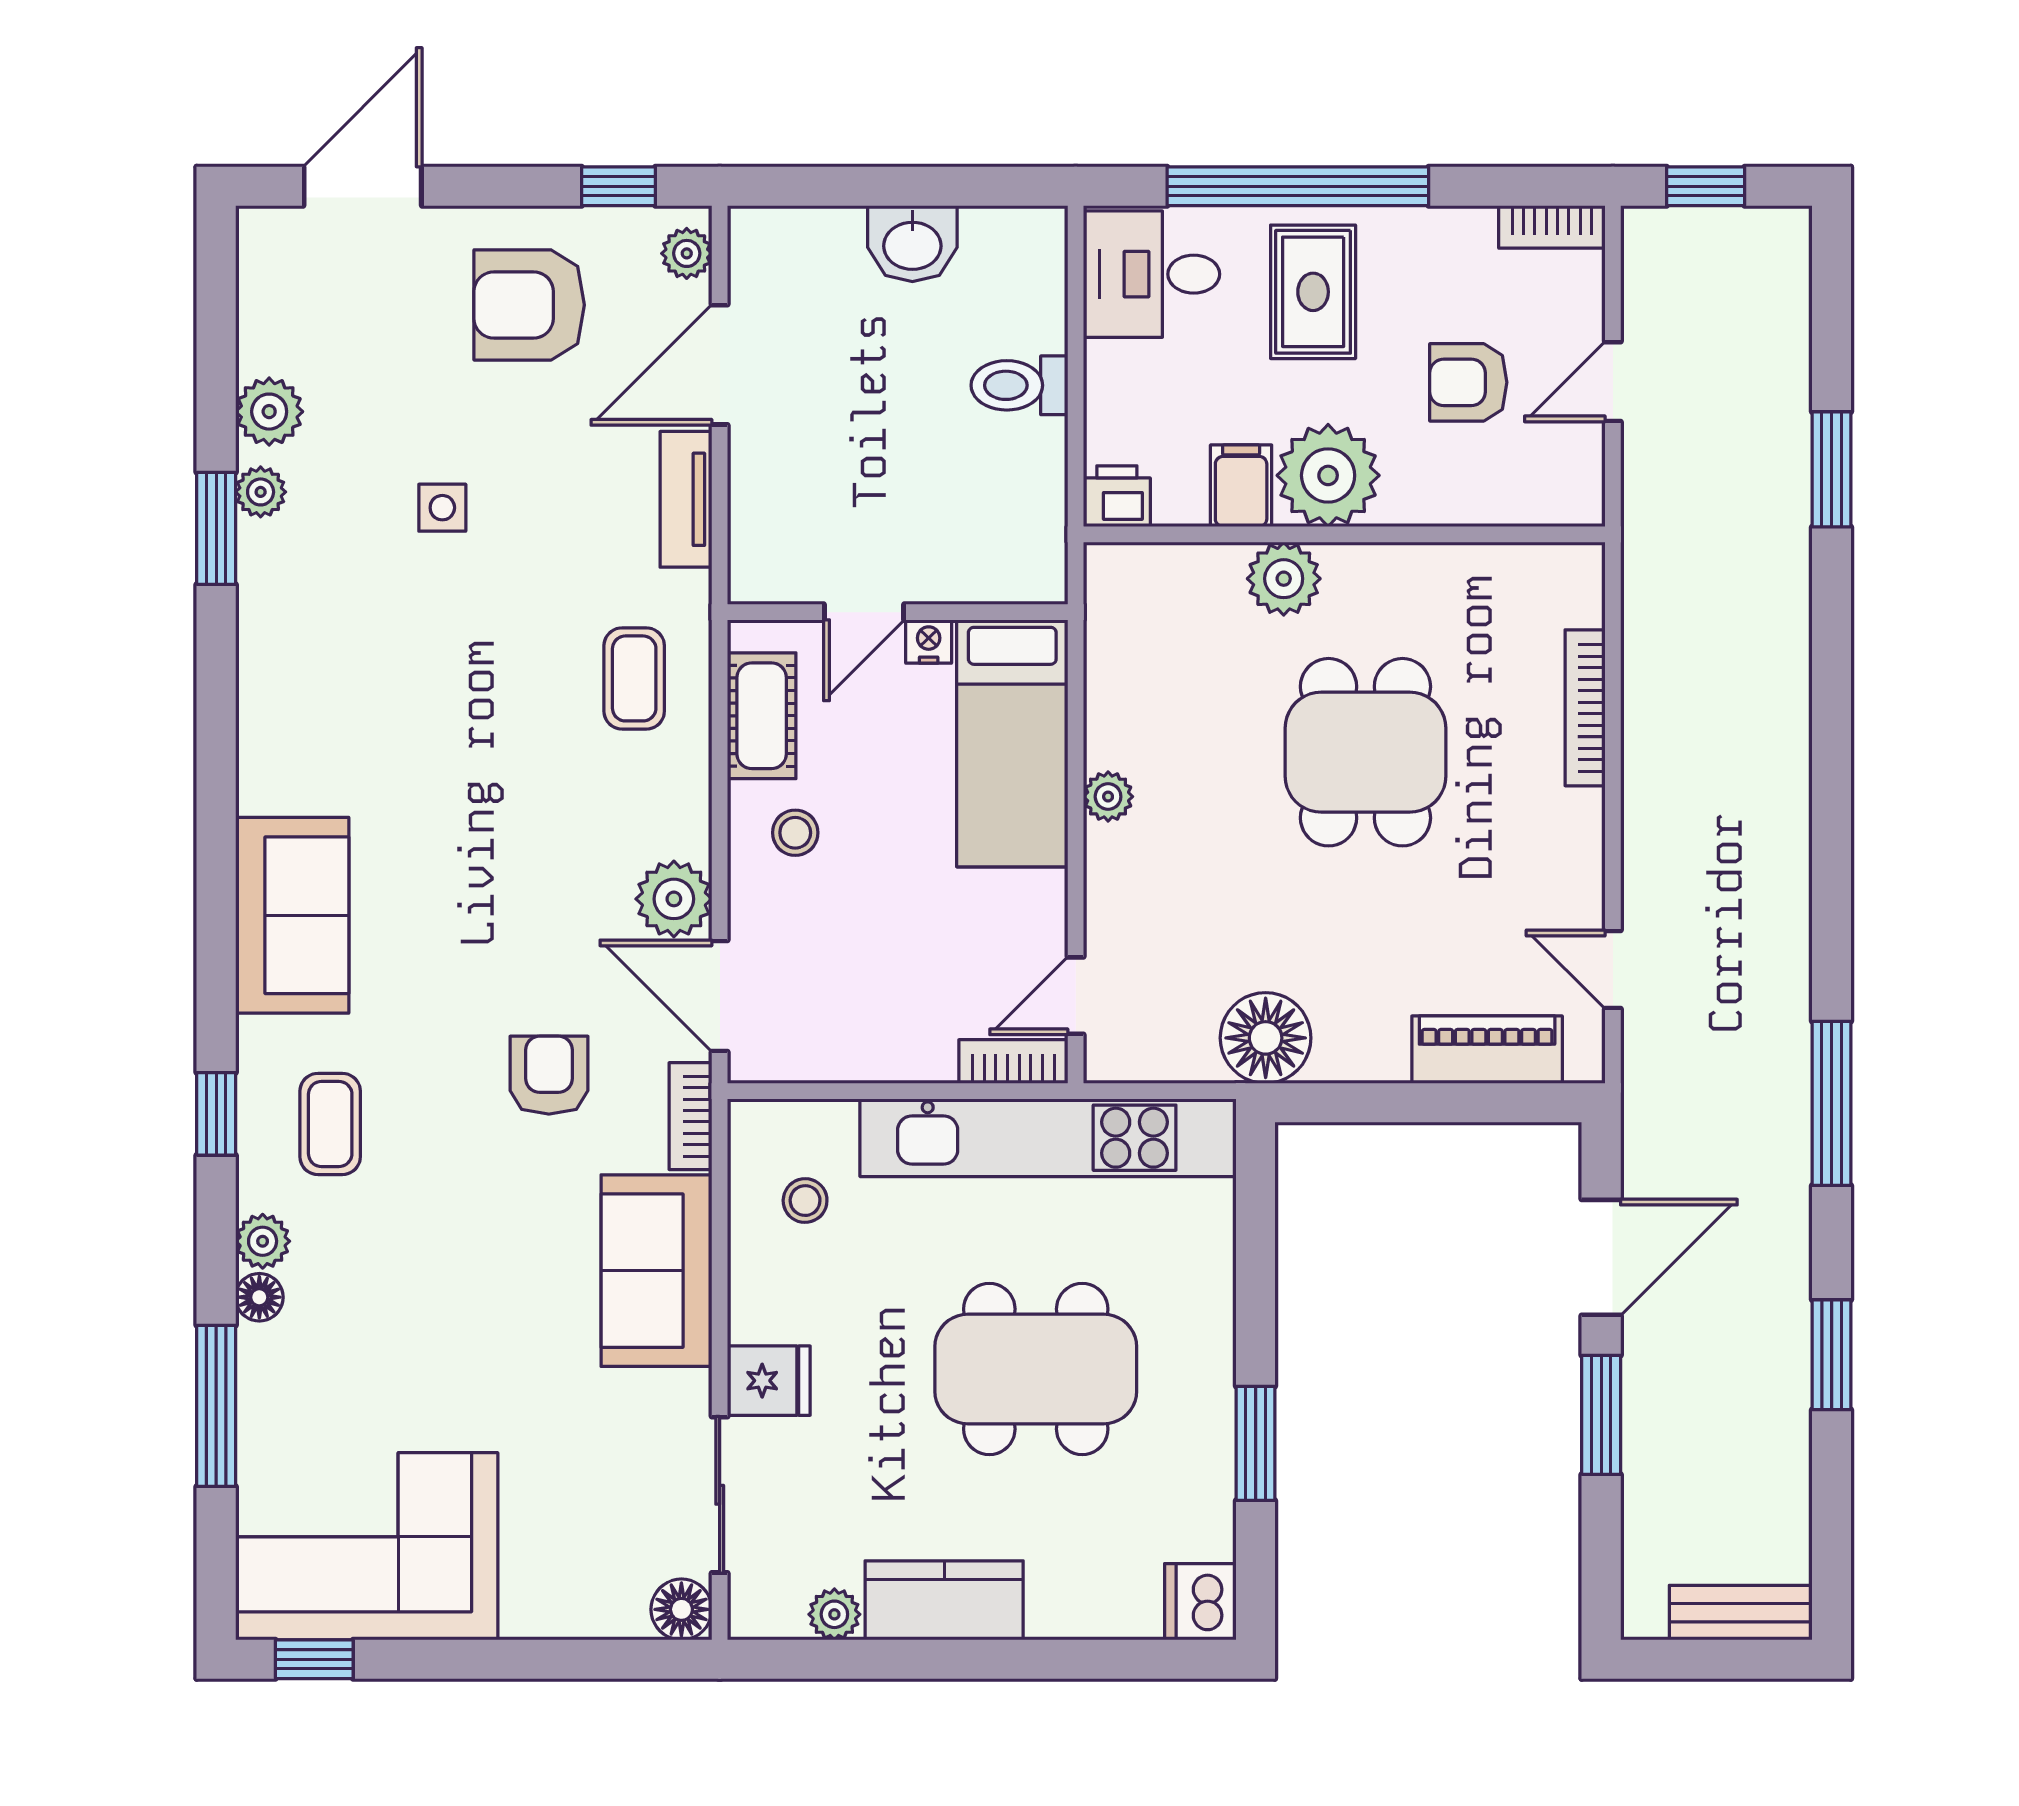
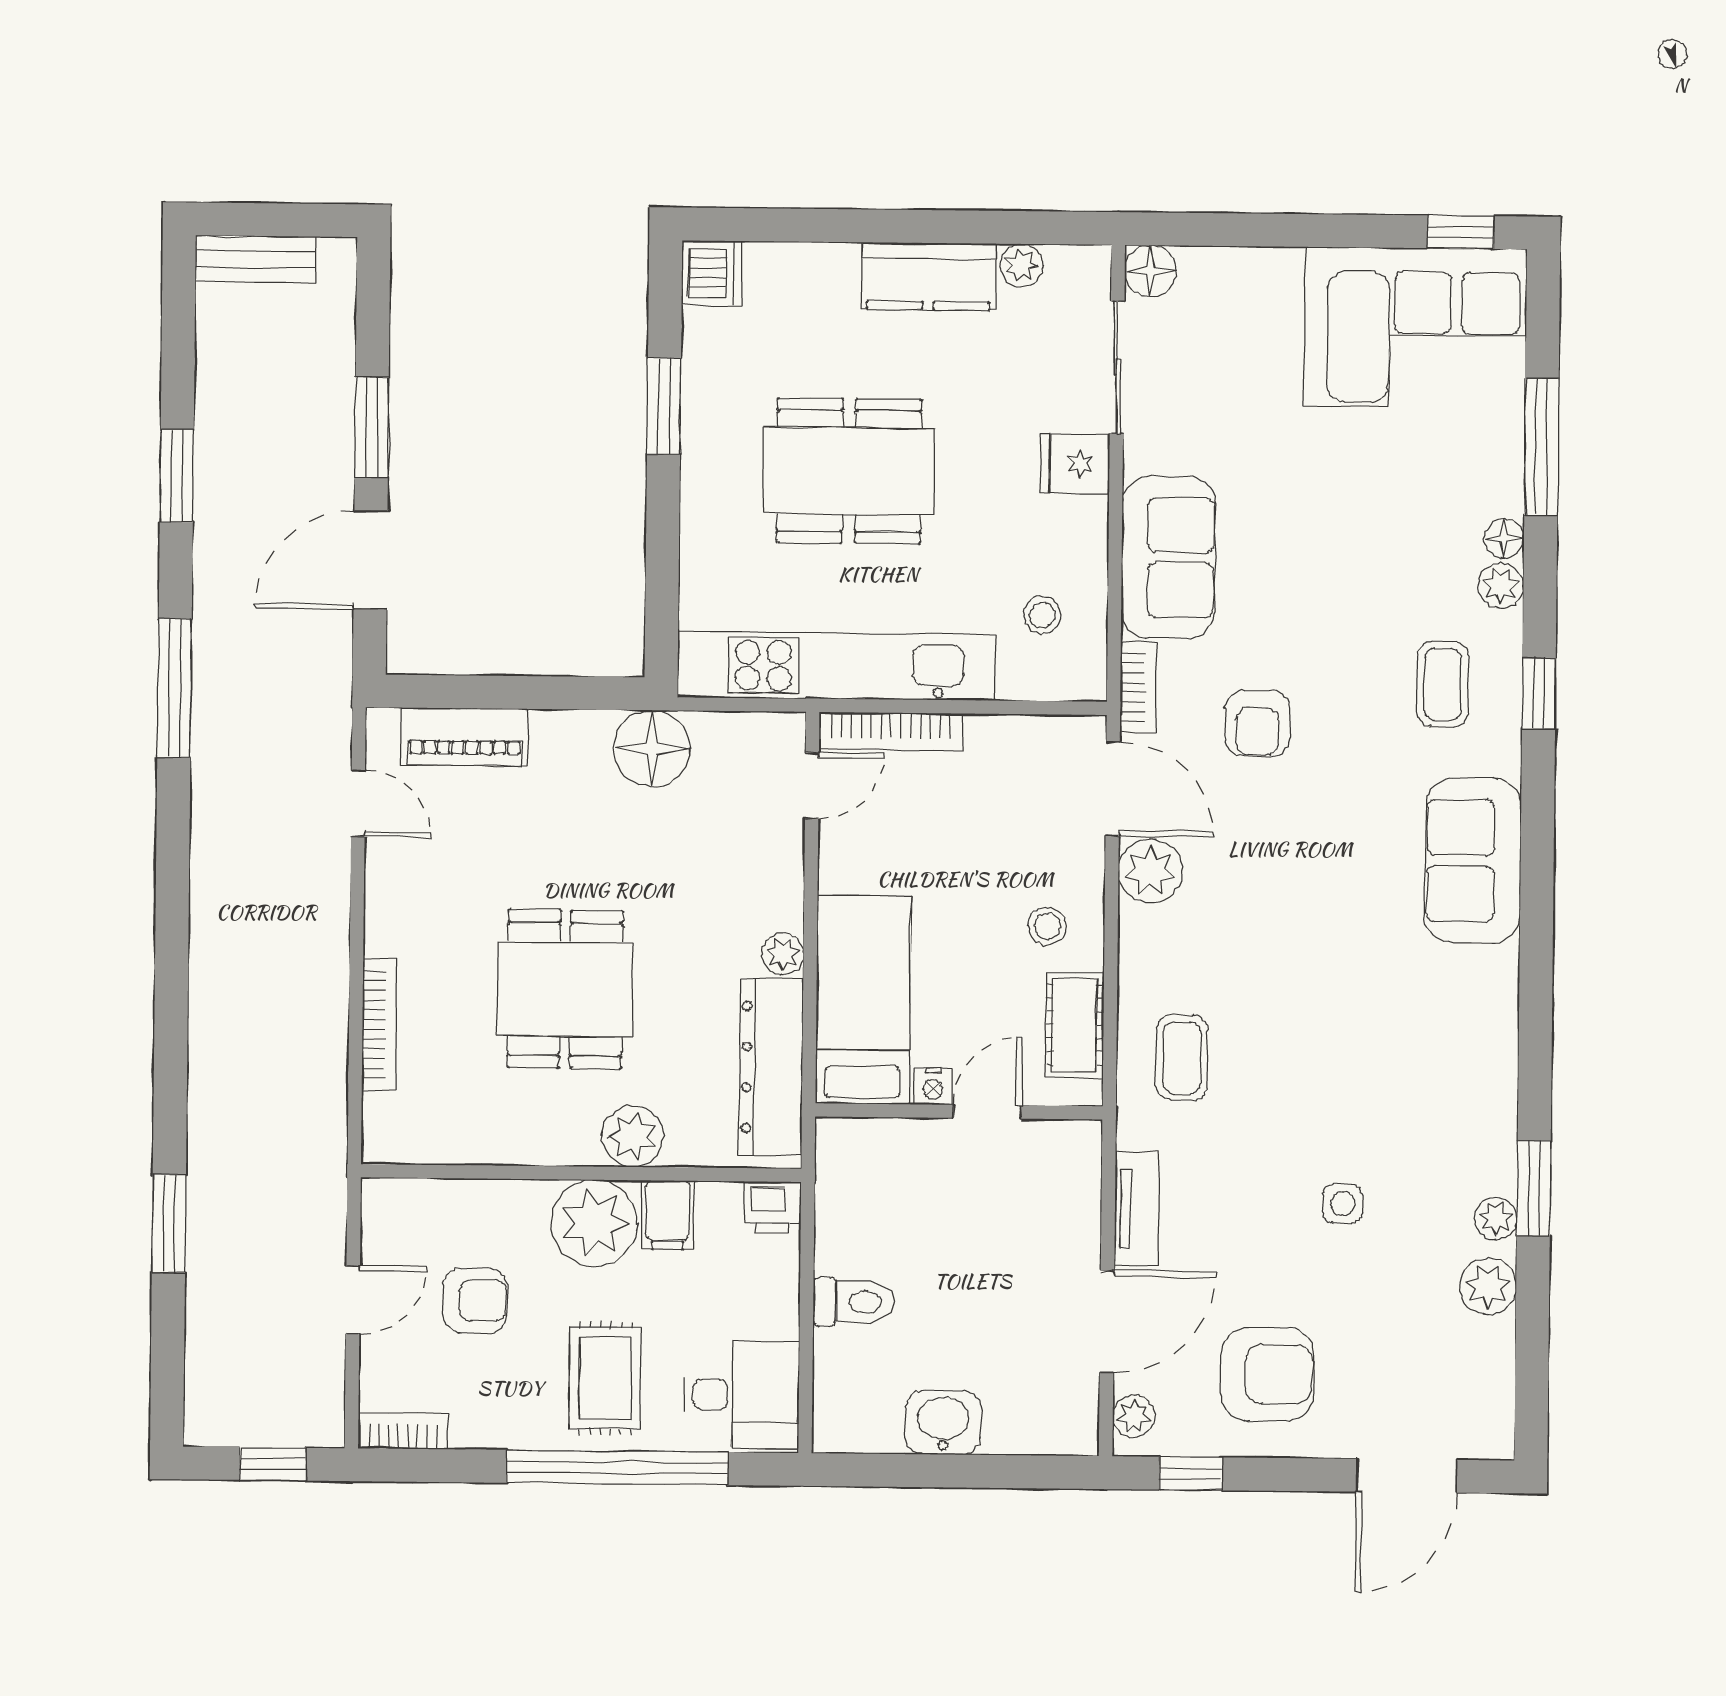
dresser: (1121, 662) -> (771, 1067), added
bookcase: (1013, 1061) -> (891, 731), width x1.56

